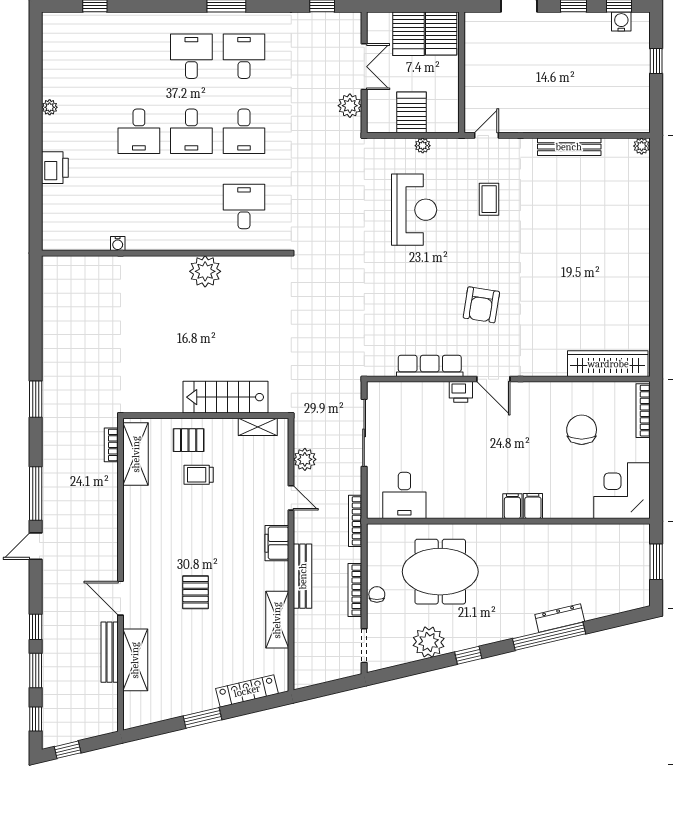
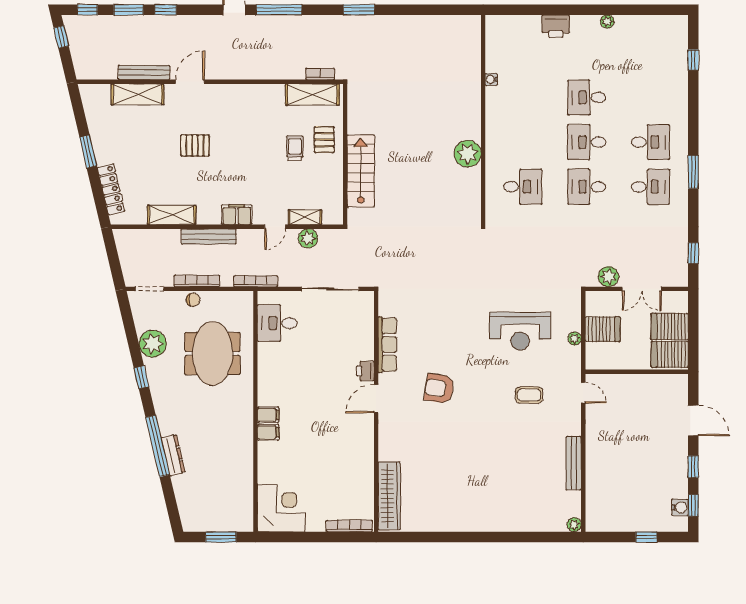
shelving: (258, 427) -> (305, 217), moved, turned 90
chair: (582, 430) -> (333, 474), removed

